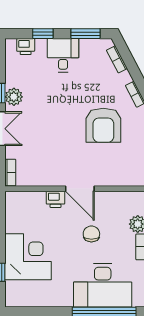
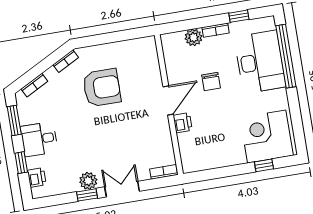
chair: (91, 234) -> (211, 81), turned -90
corner desk: (28, 257) -> (267, 137), moved

